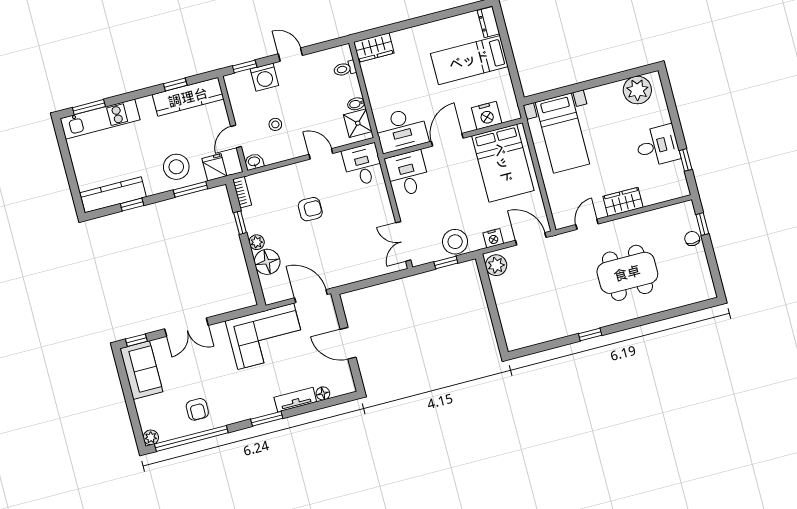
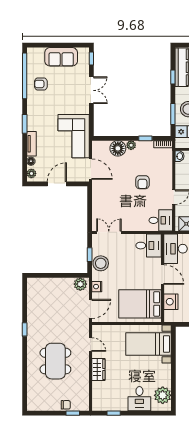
desk: (658, 146) -> (139, 399), moved
door: (311, 296) -> (91, 169), hinge flipped
double door: (186, 327) -> (91, 90), swing flipped
sofa: (141, 370) -> (61, 57), moved
plant: (151, 437) -> (31, 173), moved

